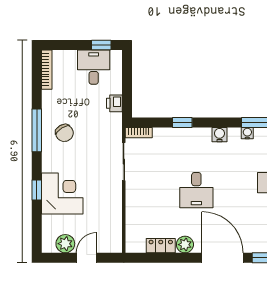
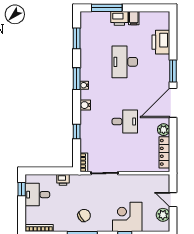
locker: (161, 246) -> (164, 152), width x1.53

